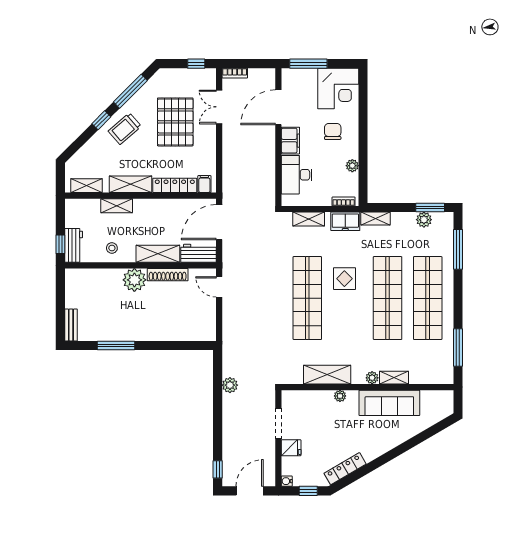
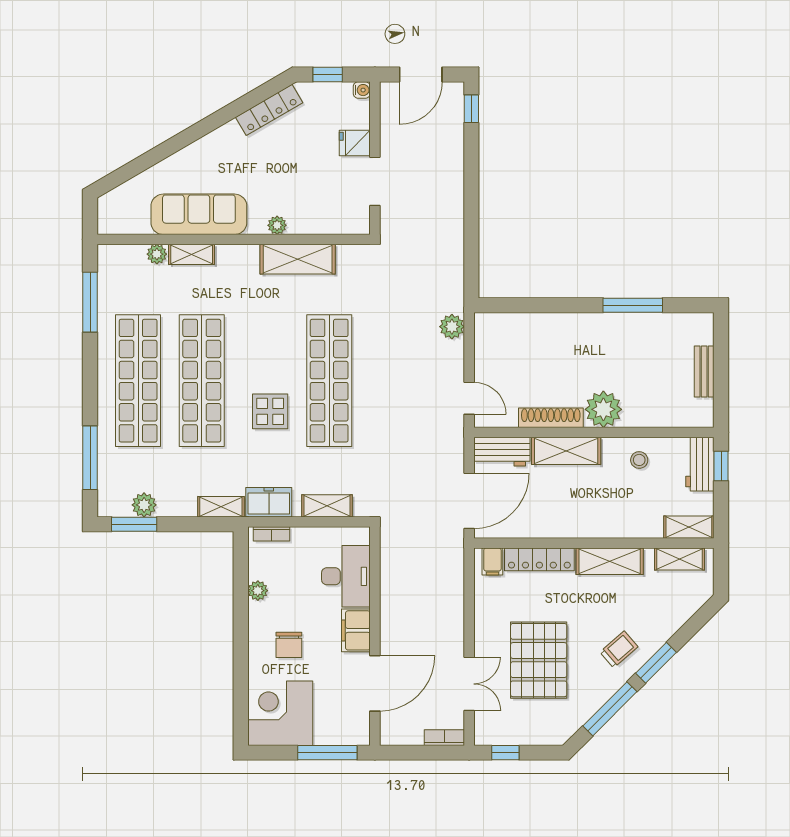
window: (101, 120) -> (656, 663), width x1.50
trolley: (125, 129) -> (619, 649), width x0.73, depth x0.72
shelving: (117, 206) -> (689, 527), moved
bench: (71, 325) -> (704, 372), moved
plant: (372, 378) -> (157, 254), moved
plant: (230, 385) -> (452, 327), moved

